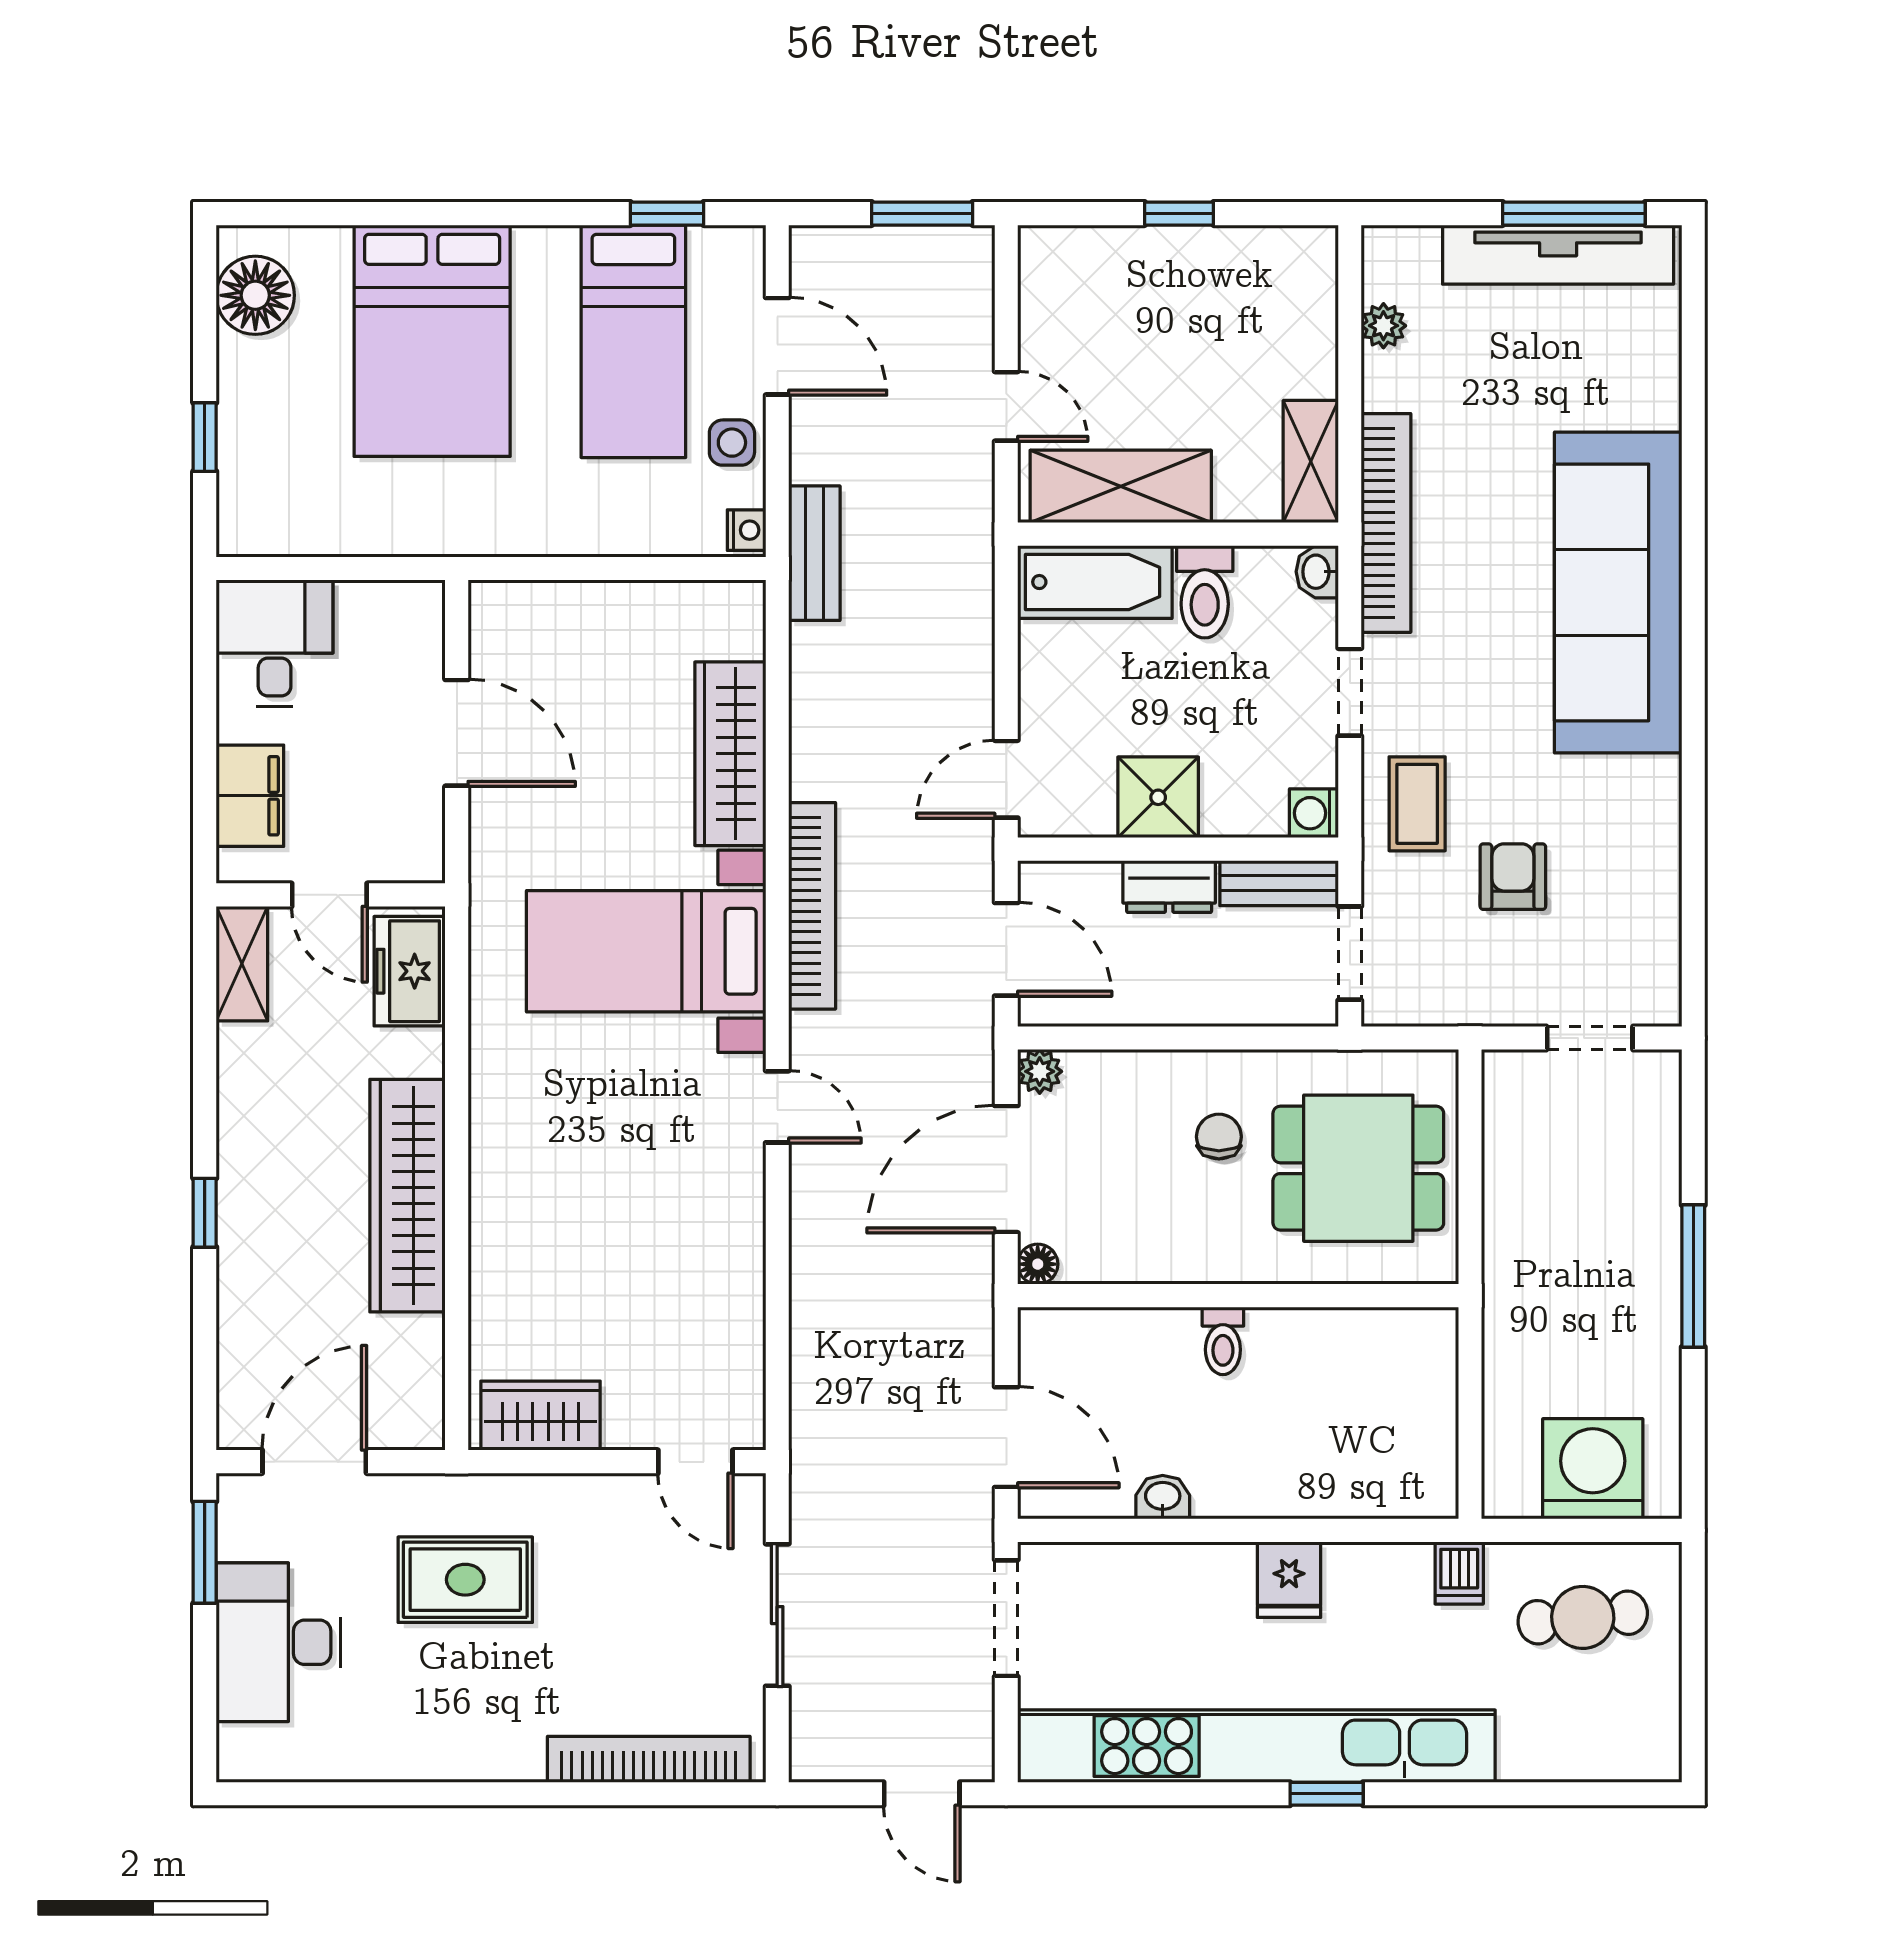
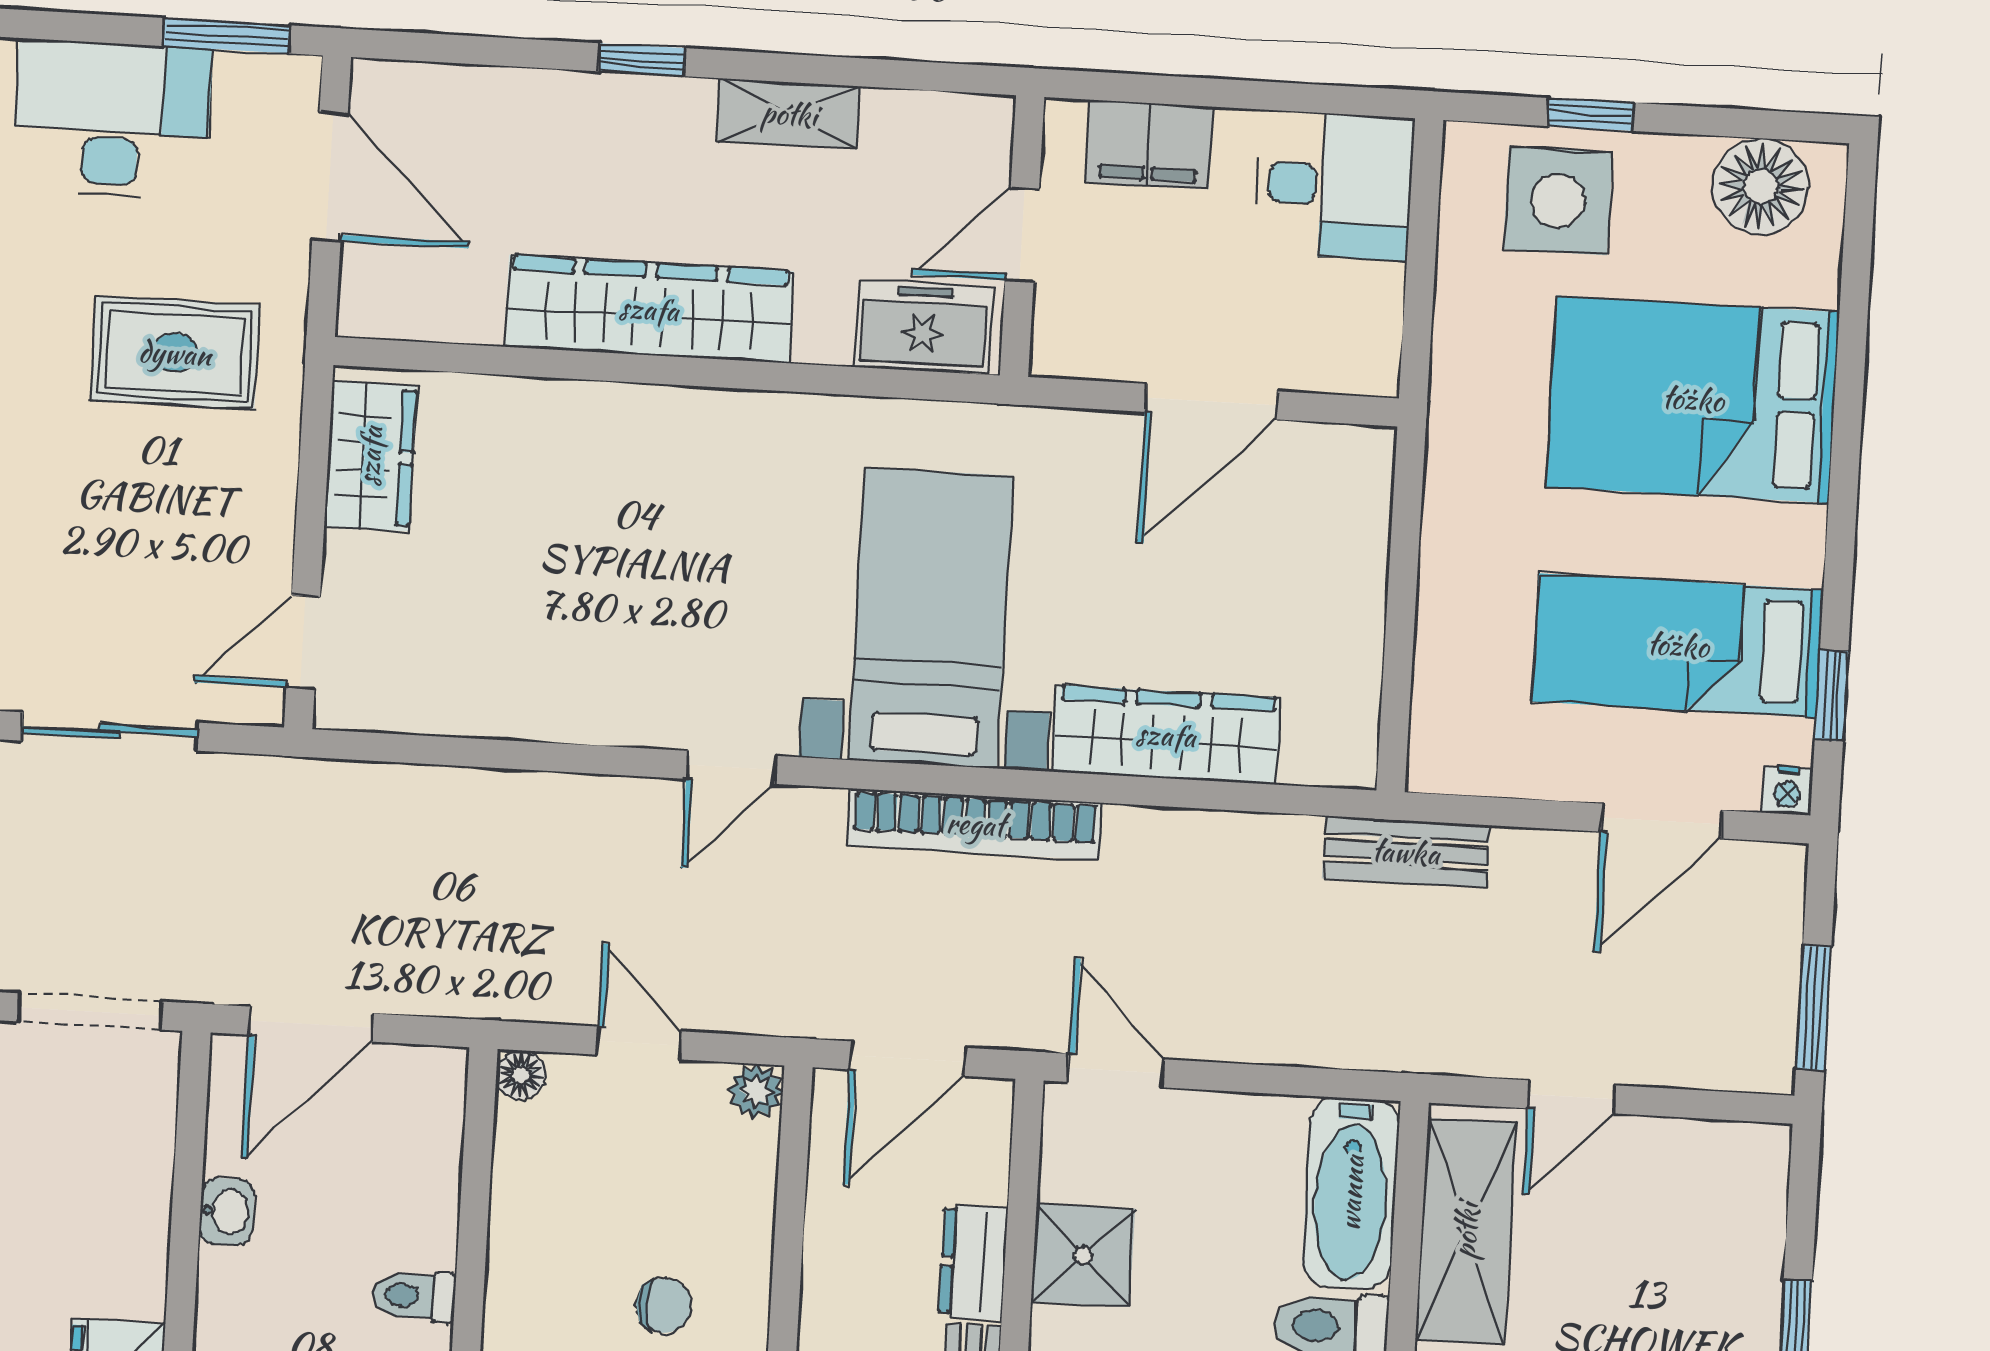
side table: (732, 443) -> (1558, 201), moved, width x1.87, depth x1.87
nightstand: (747, 530) -> (1787, 791), moved
shelving: (242, 964) -> (789, 114), moved
door: (1006, 1169) -> (639, 1043), width x0.53
rug: (465, 1580) -> (175, 353), turned 90

